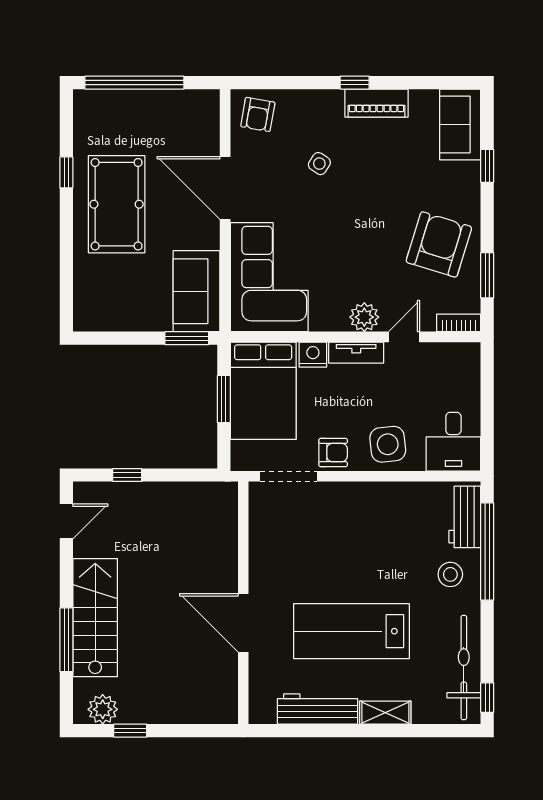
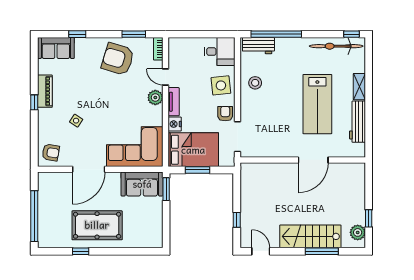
stool: (450, 574) -> (255, 83), moved

